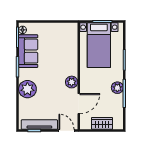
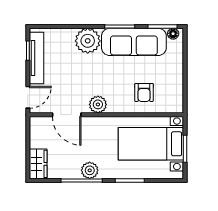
armchair: (63, 50) -> (144, 92), added
sofa: (28, 51) -> (134, 42), width x1.36
wardrobe: (102, 123) -> (38, 164), moved

